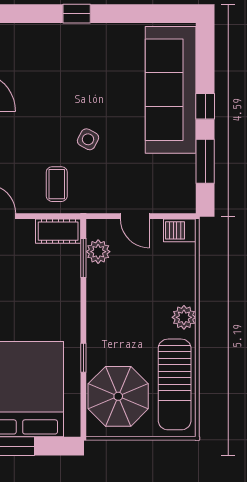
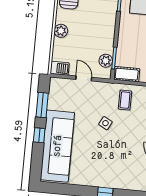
plant: (184, 317) -> (61, 31), moved

